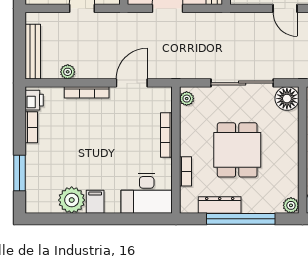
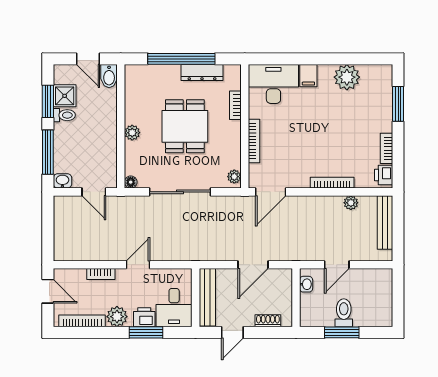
door: (285, 8) -> (138, 265), hinge flipped
door: (132, 83) -> (271, 192), moved
floor lamp: (287, 99) -> (131, 182), width x0.53, depth x0.53
filing cabinet: (95, 202) -> (308, 76), moved
plant: (291, 205) -> (132, 133), moved

